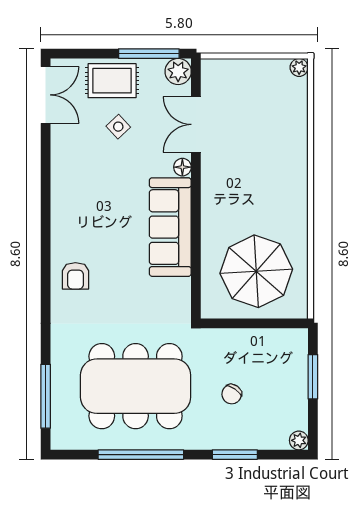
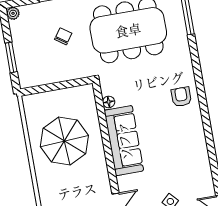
floor lamp: (182, 167) -> (109, 102), moved
parasol: (256, 271) -> (64, 141), moved

